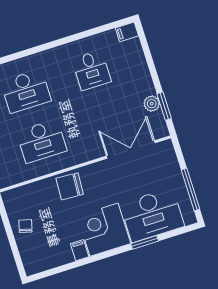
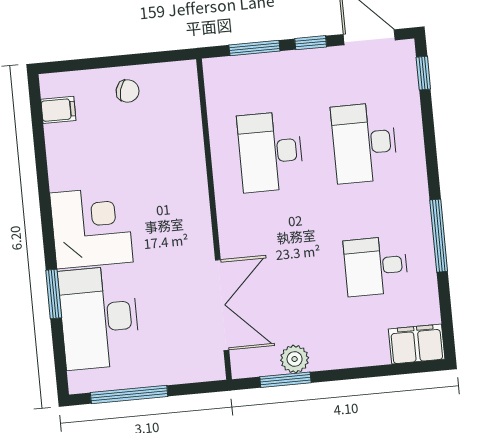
filing cabinet: (127, 32) -> (417, 344), width x2.00
window: (68, 40) -> (439, 236), added
chair: (70, 186) -> (181, 184), removed
filing cabinet: (80, 250) -> (58, 110), moved

